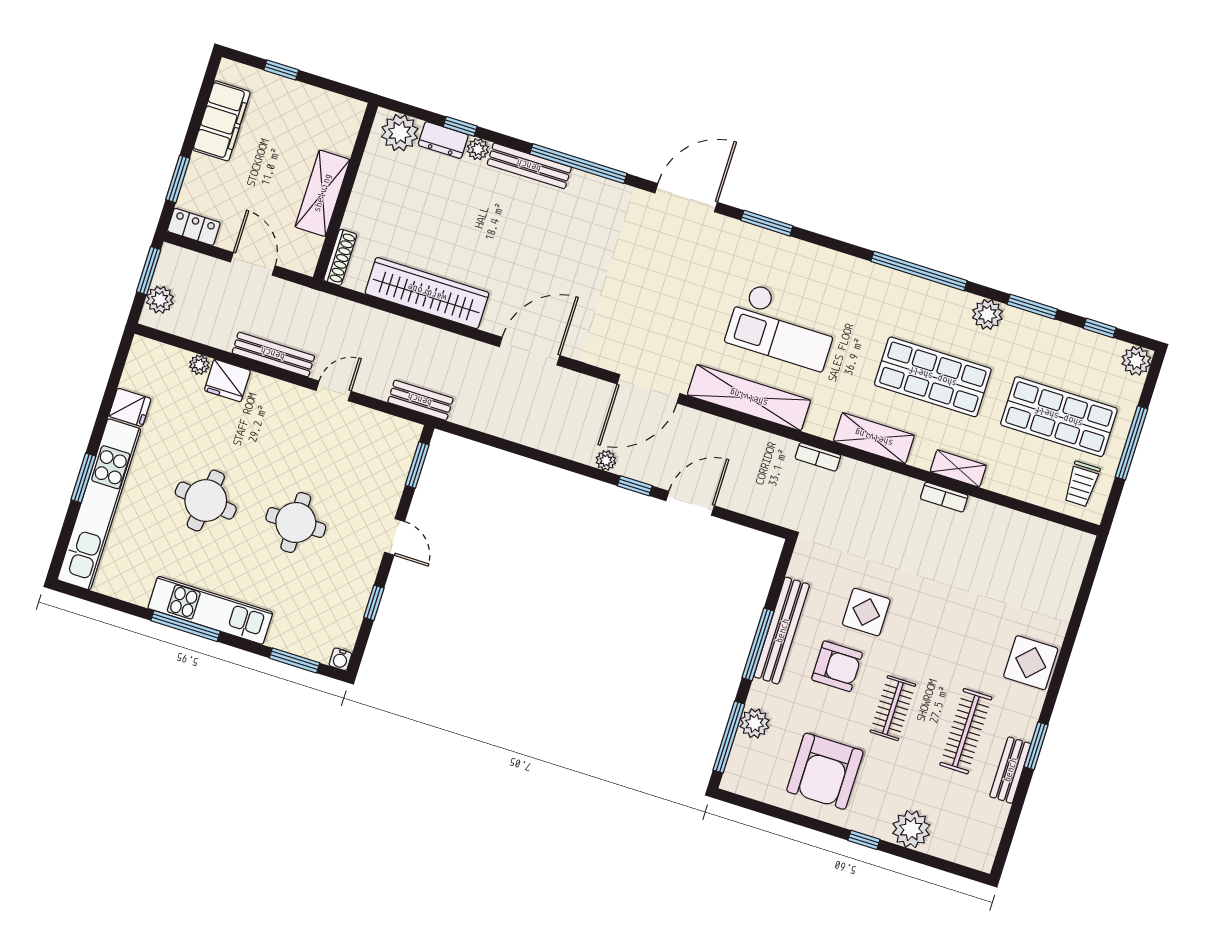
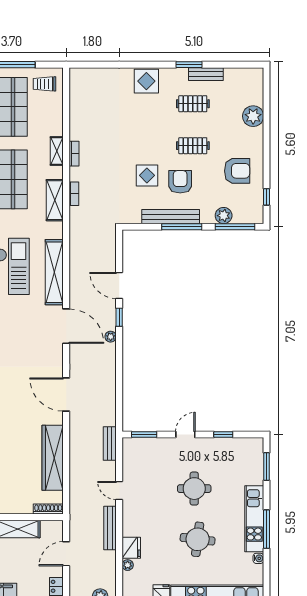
bookcase: (818, 457) -> (74, 194), moved
trolley: (1082, 484) -> (44, 84), turned 180
water cooler: (340, 659) -> (258, 558), moved
clothes rail: (966, 731) -> (193, 104), width x0.73
armchair: (825, 771) -> (237, 171), width x0.73, depth x0.73
window: (864, 840) -> (267, 197), moved

